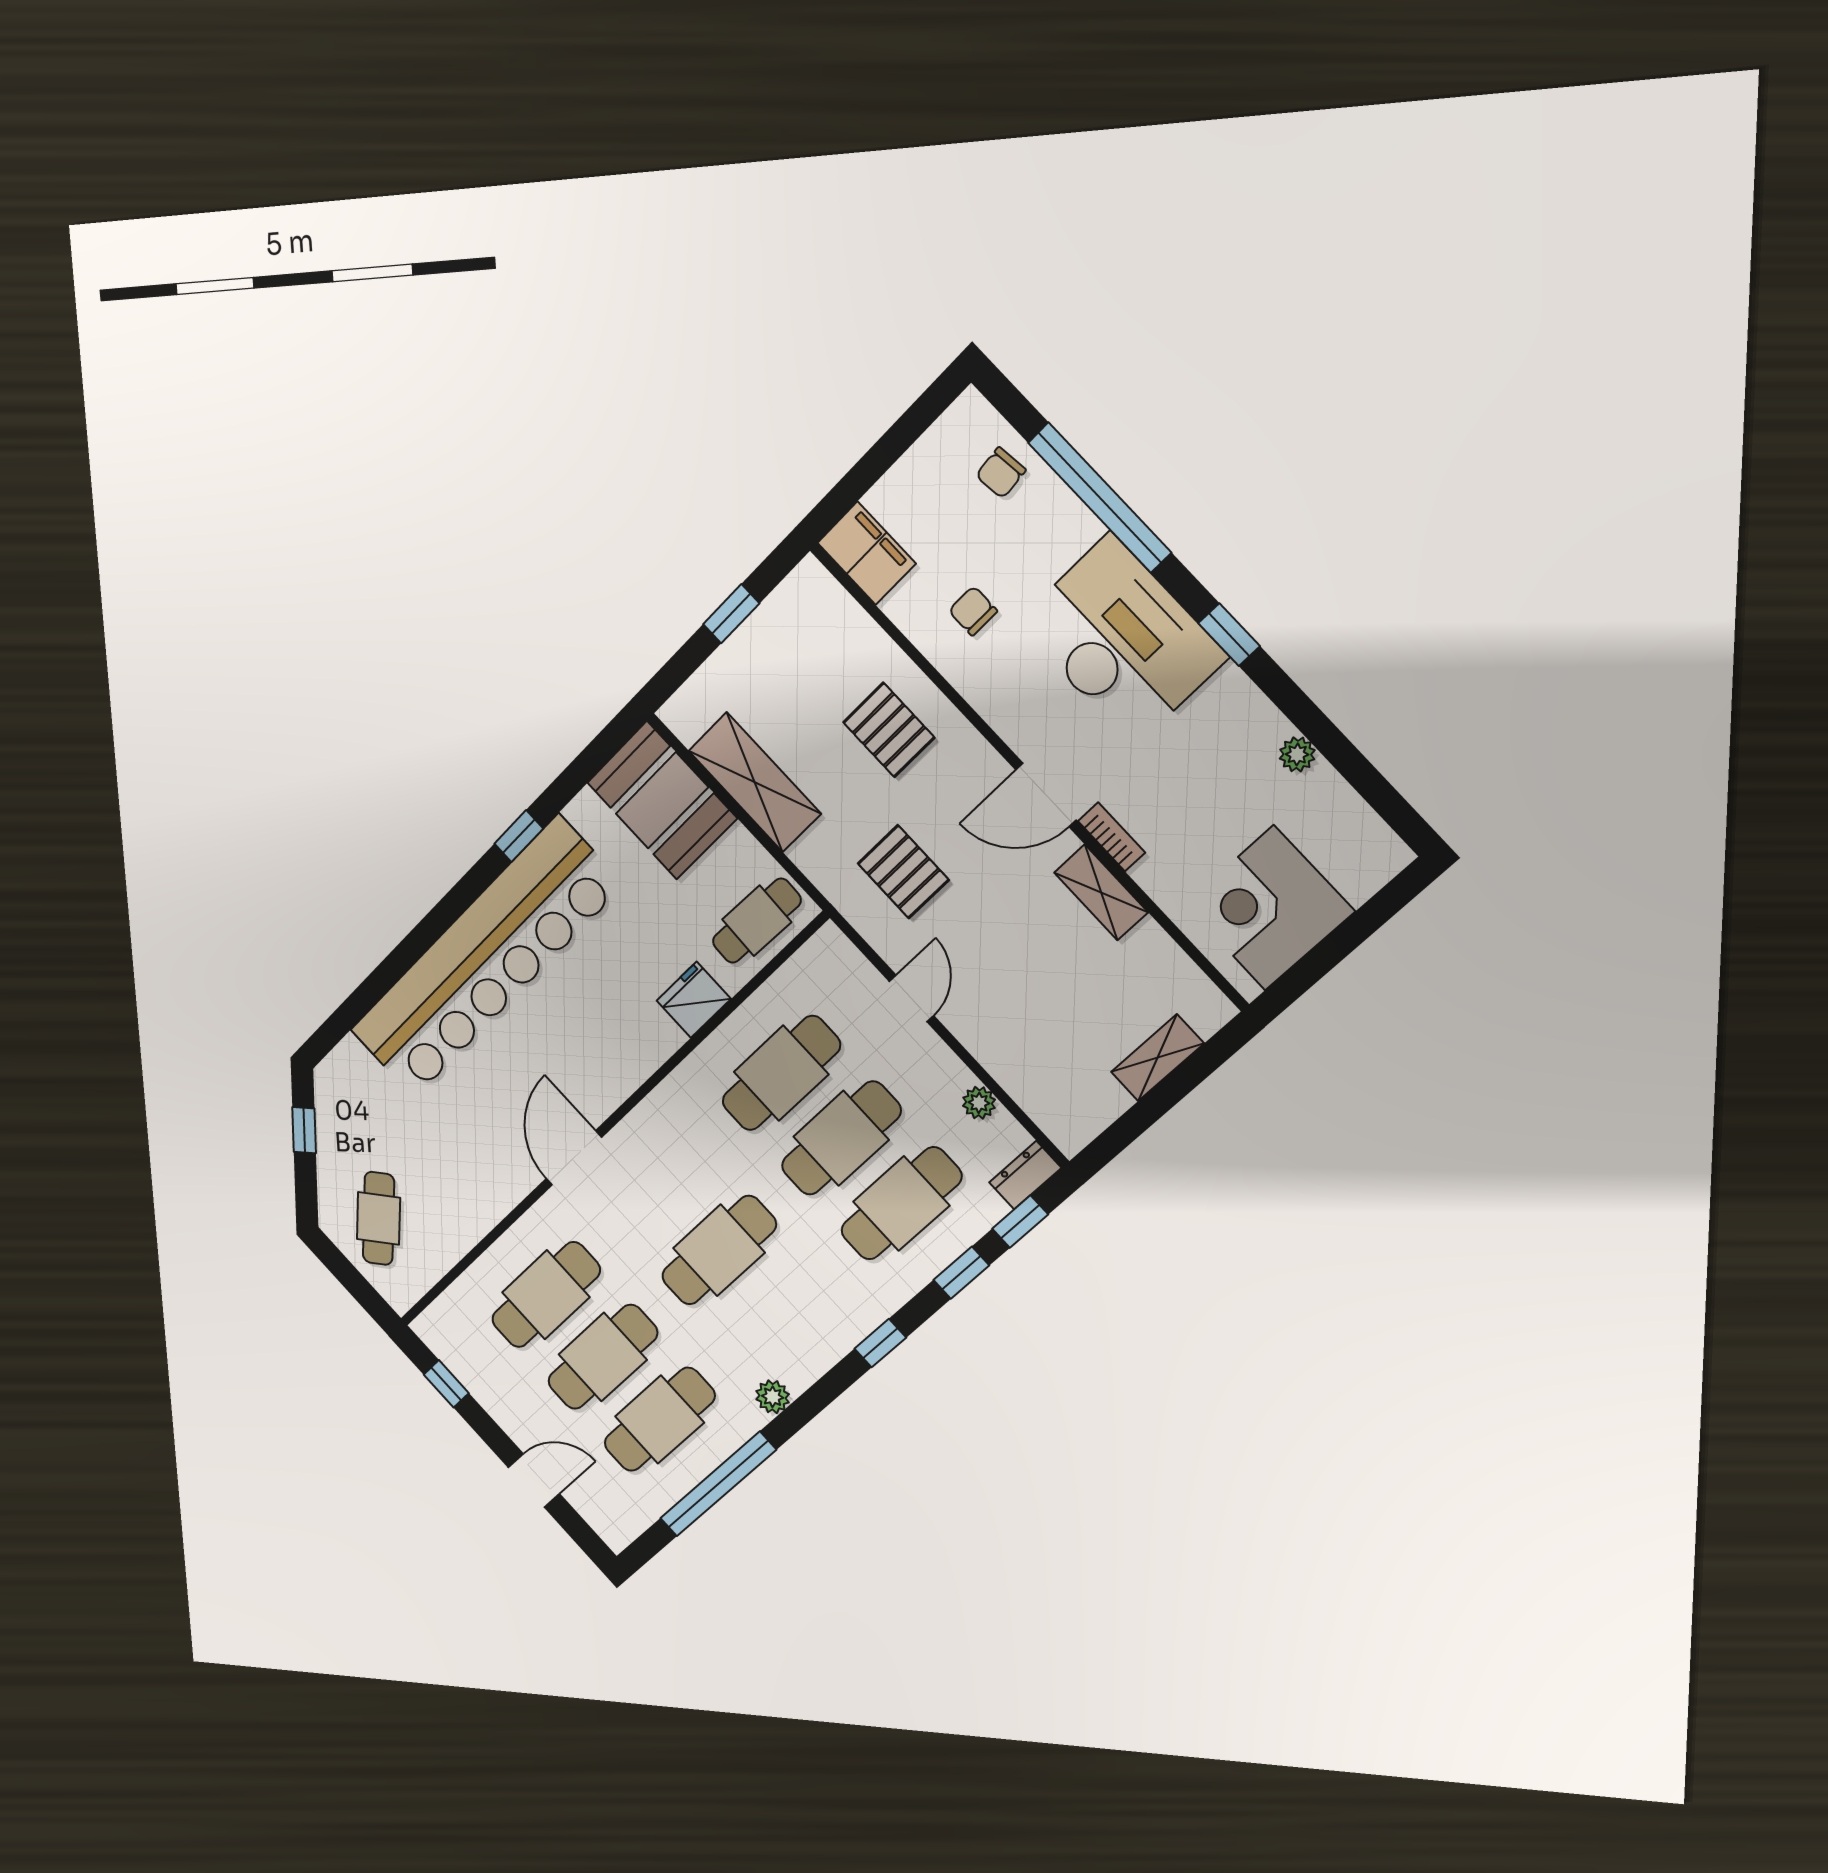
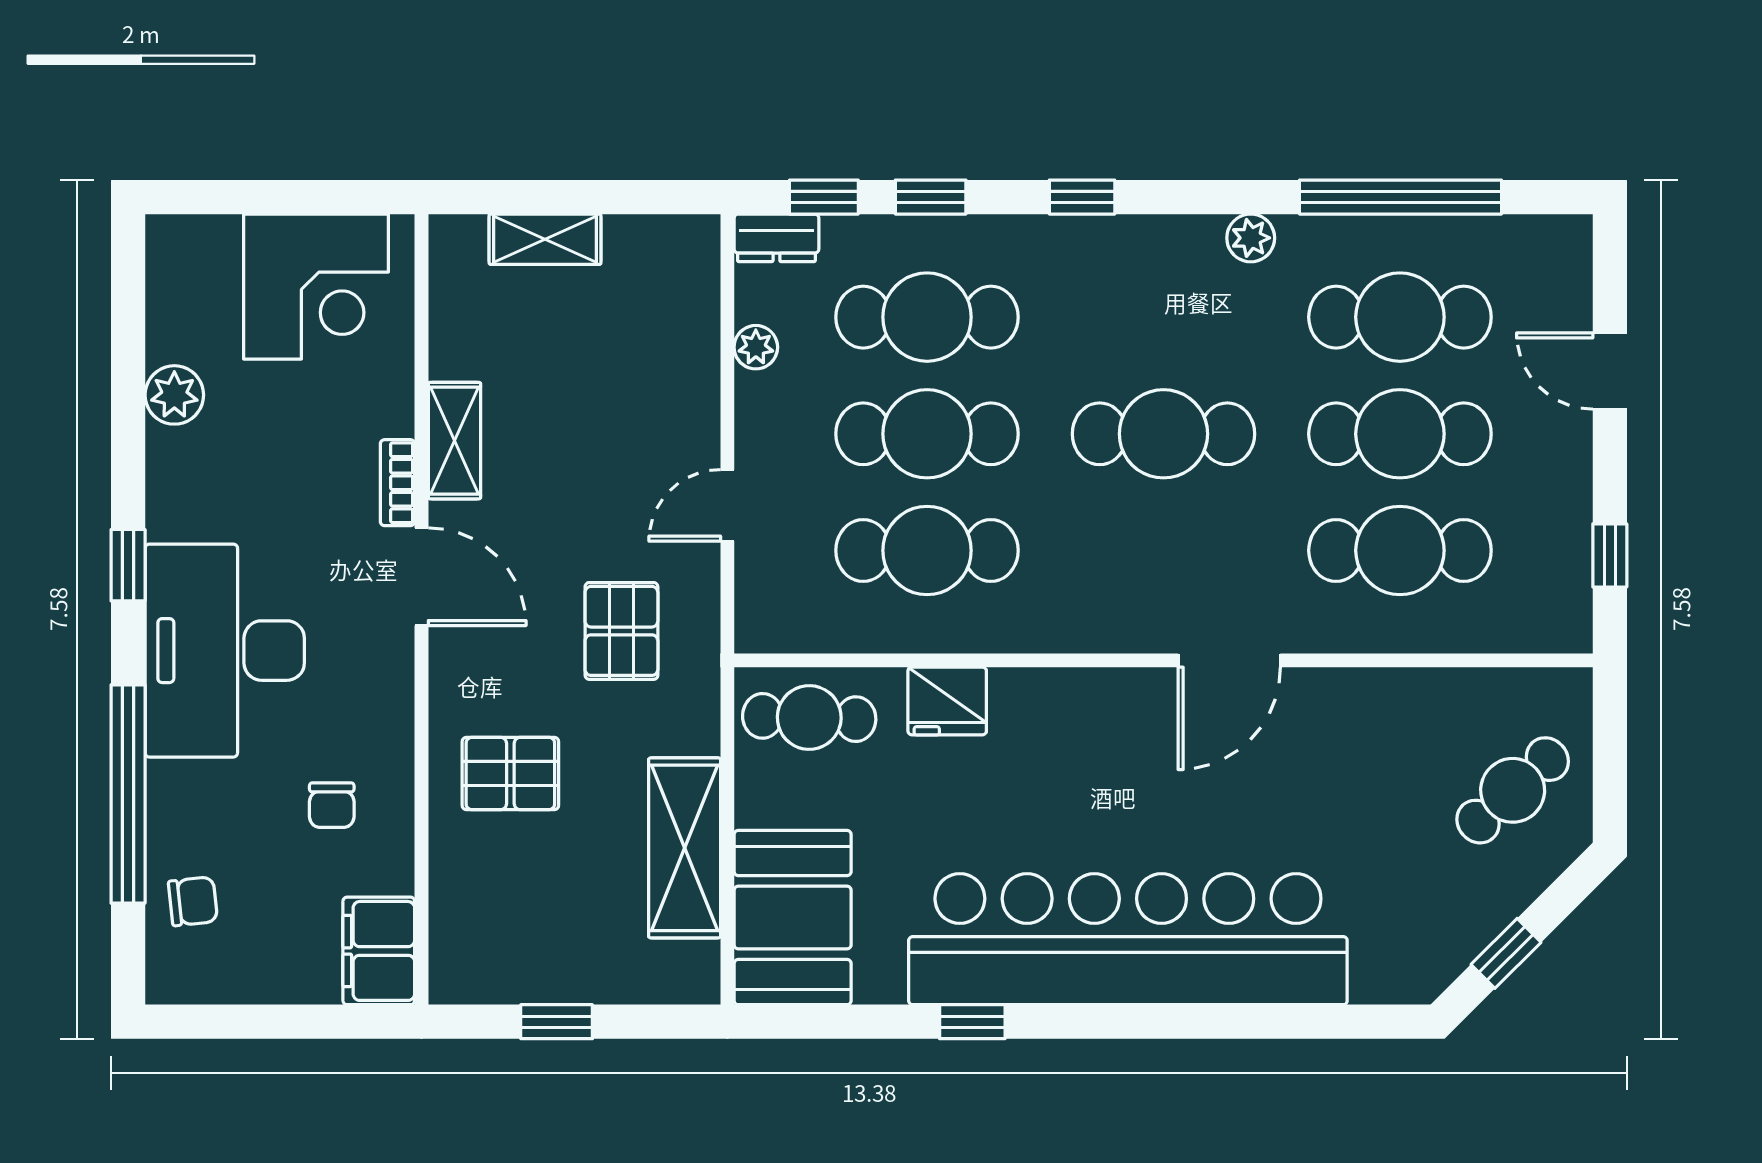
pallet: (889, 730) -> (510, 773), turned 90
plant: (1297, 754) -> (174, 395), width x1.38, depth x1.38

